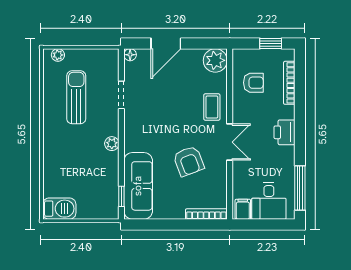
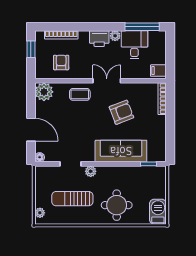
plant: (112, 144) -> (91, 171), moved
plant: (288, 153) -> (115, 36), added
round table: (68, 155) -> (117, 205), added
sofa: (138, 186) -> (121, 151), moved
desk: (269, 201) -> (134, 45), moved, turned -90

